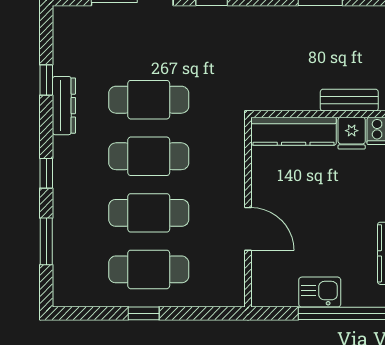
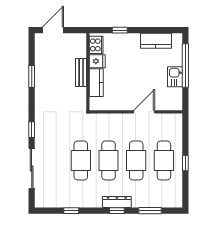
bench: (349, 100) -> (81, 73), moved
dresser: (64, 106) -> (117, 202), moved
kitchen counter: (294, 131) -> (96, 83), width x0.67

